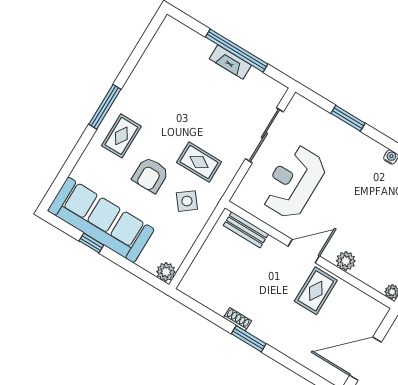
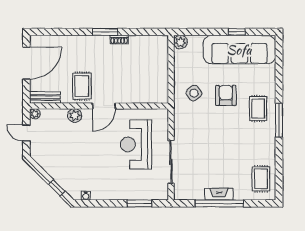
window: (348, 118) -> (140, 203), moved
rug: (199, 162) -> (261, 179), moved, turned 90
reception desk: (294, 182) -> (136, 144), turned 180
bench: (246, 230) -> (45, 97), moved

